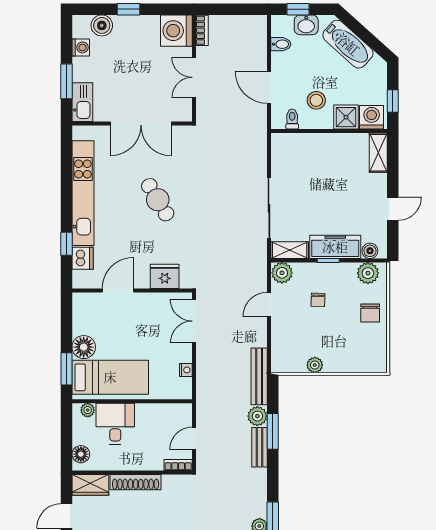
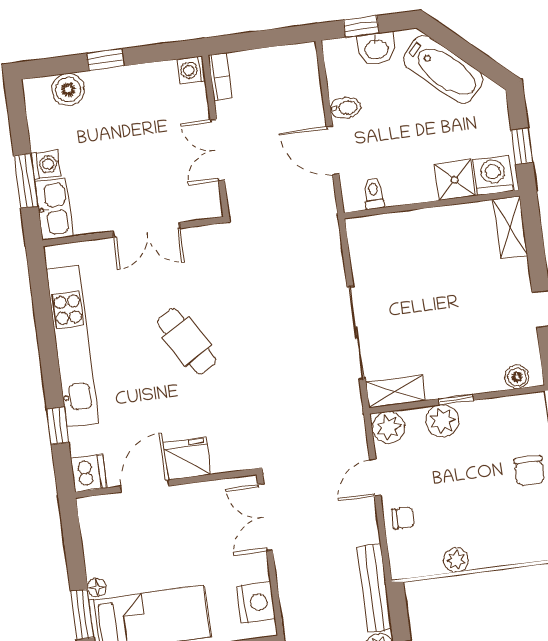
washing machine: (176, 31) -> (191, 70), width x0.53, depth x0.53
bidet: (281, 44) -> (345, 108), moved
washing machine: (81, 47) -> (46, 164), moved
stool: (316, 100) -> (406, 160), removed
double door: (141, 124) -> (146, 230), width x0.73
freezer: (335, 247) -> (464, 378), removed
dishwasher: (83, 258) -> (89, 473), moved
plant: (368, 273) -> (442, 421), moved
fridge: (165, 276) -> (187, 459), moved
chair: (318, 300) -> (403, 518), moved, turned -92
floor lamp: (84, 347) -> (97, 587), width x0.53, depth x0.53
nightstand: (186, 370) -> (256, 603), width x1.89, depth x1.79

